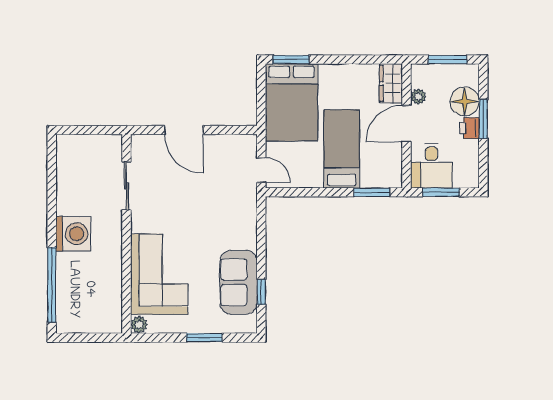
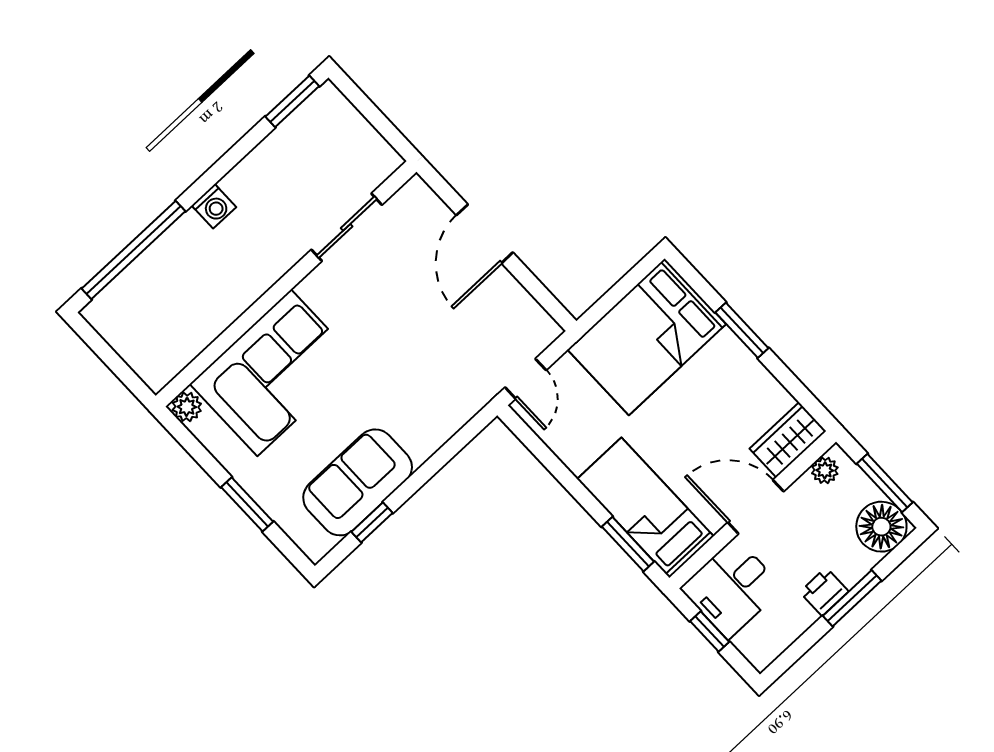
window: (291, 60) -> (742, 330), moved
plant: (418, 97) -> (825, 470), moved
floor lamp: (465, 101) -> (881, 527), moved
bed: (342, 149) -> (645, 508), moved, turned -90
window: (52, 159) -> (292, 101), added
window: (441, 192) -> (710, 631), width x0.67
washing machine: (73, 234) -> (214, 206), width x0.53, depth x0.53

